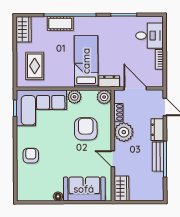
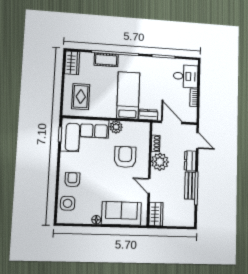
plant: (104, 97) -> (143, 129), removed
side table: (27, 180) -> (68, 203), added

